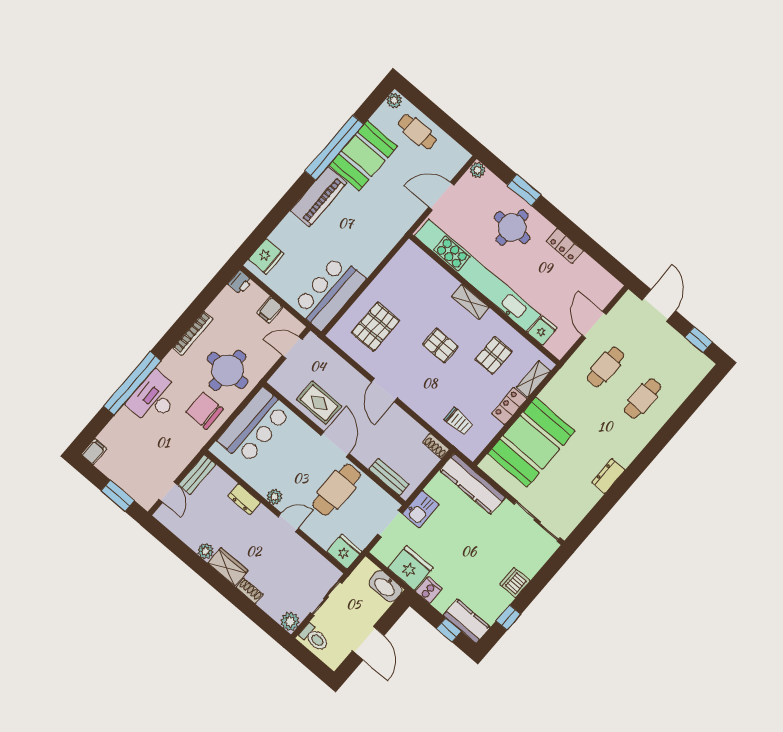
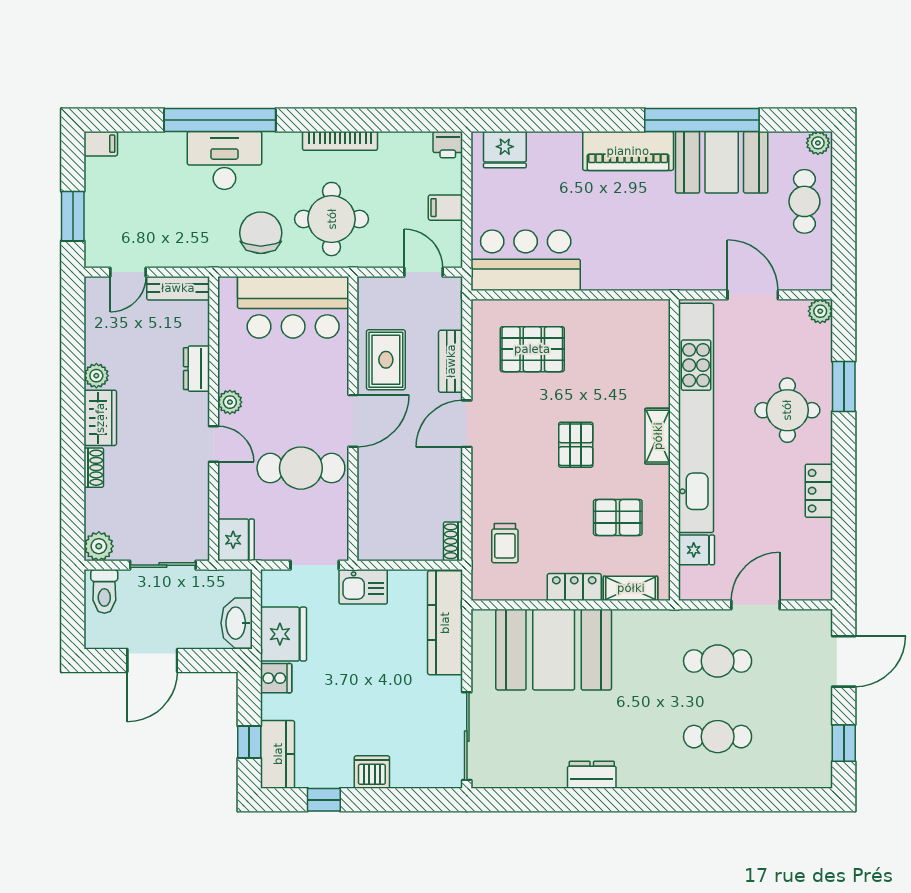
bench: (389, 477) -> (451, 361), moved

